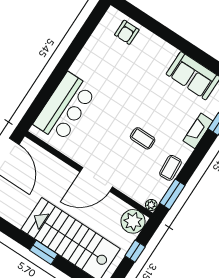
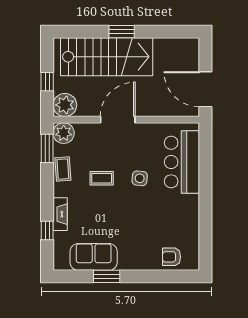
armchair: (127, 32) -> (172, 257), turned -90
window: (193, 52) -> (107, 276), added
side table: (110, 117) -> (140, 178), added
plant: (151, 205) -> (64, 133), width x1.88, depth x1.88

